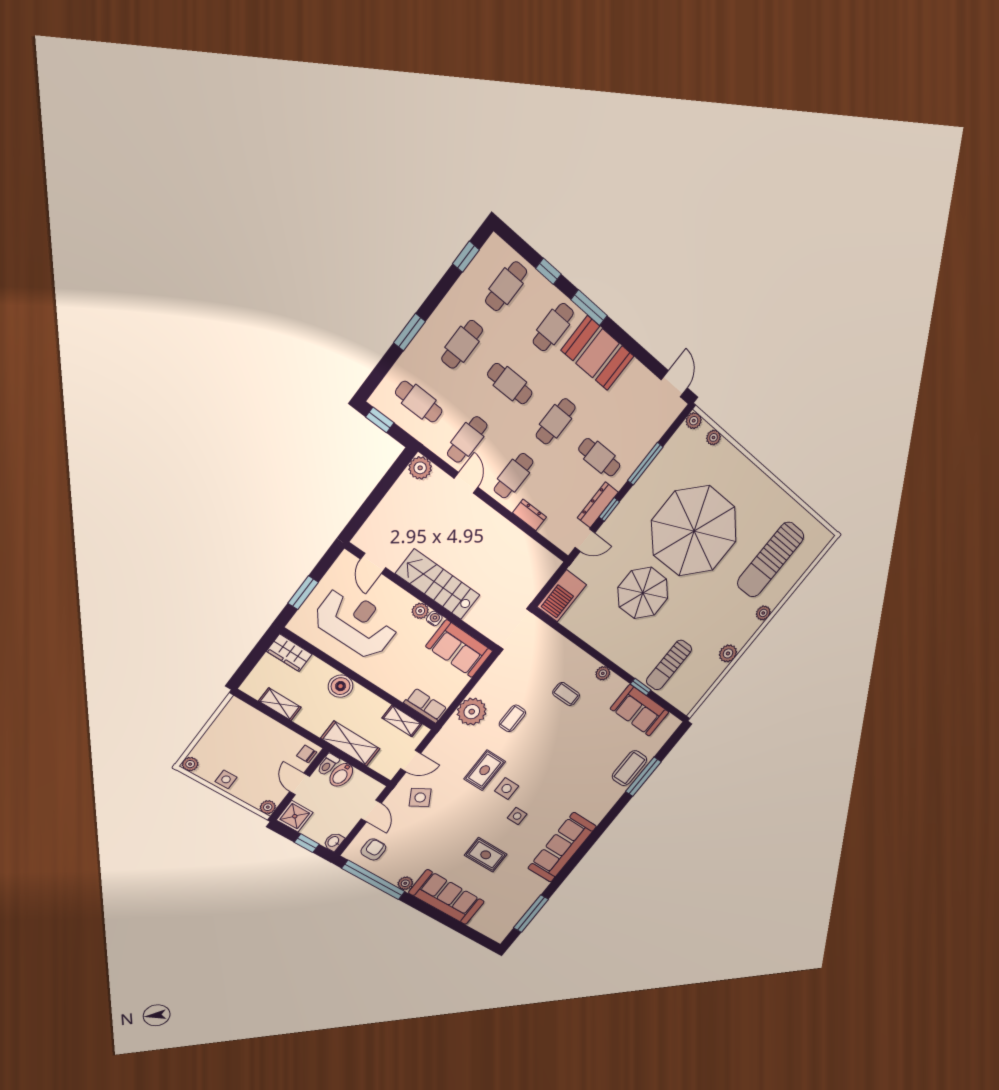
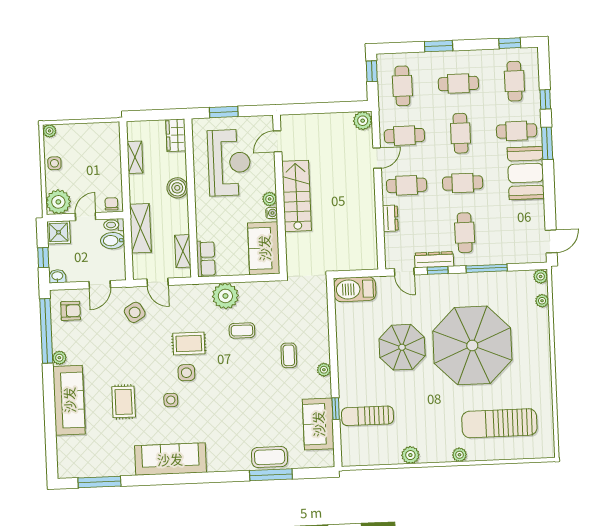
cafe table: (506, 286) -> (514, 81), turned 90
plant: (268, 807) -> (58, 202), width x1.88, depth x1.88

